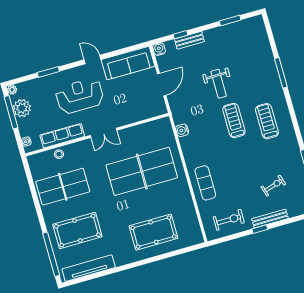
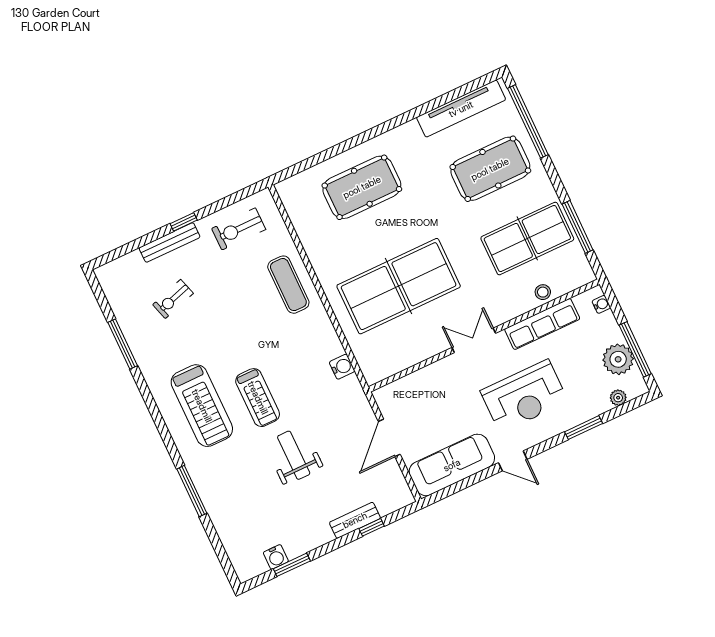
water cooler: (159, 49) -> (276, 557), moved
plant: (12, 90) -> (618, 398), moved
treadmill: (267, 121) -> (202, 406), width x1.37, depth x1.38
window: (33, 189) -> (578, 227), added

